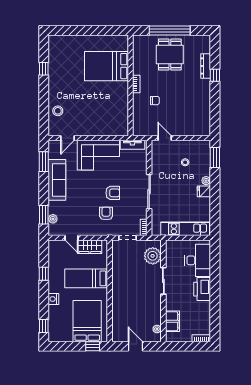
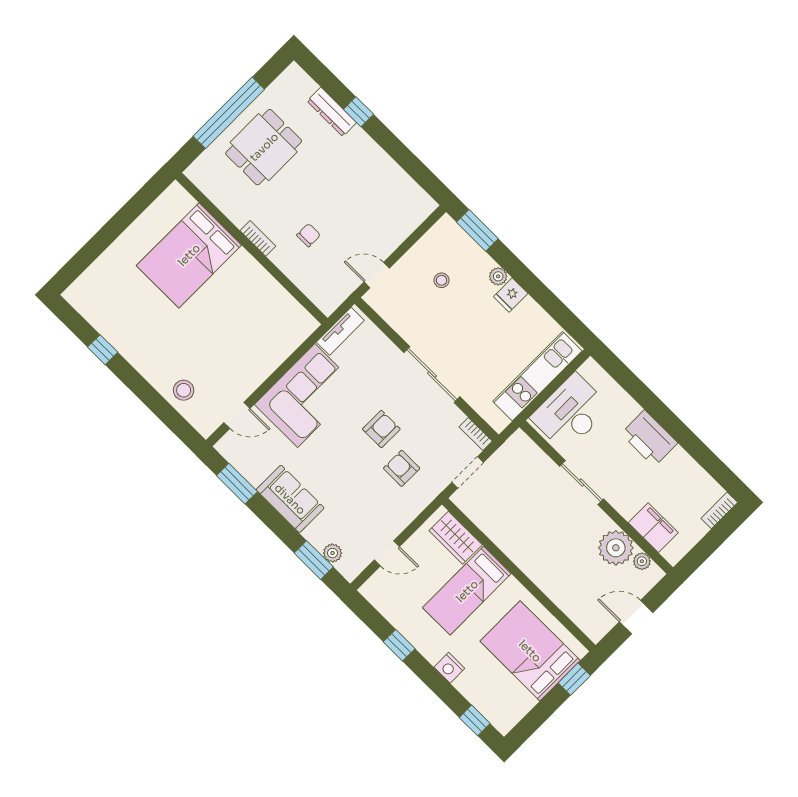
dining table: (170, 55) -> (264, 147), turned 90
door: (67, 138) -> (237, 415), hinge flipped
sofa: (57, 180) -> (290, 499), width x0.73
wardrobe: (90, 247) -> (456, 538), moved, turned 90
plant: (153, 256) -> (616, 548), moved
desk: (198, 260) -> (570, 413), moved, turned -90

